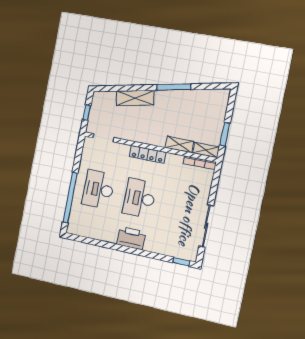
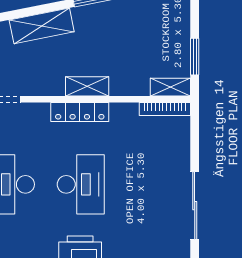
shelving: (179, 144) -> (87, 86), moved
desk: (139, 198) -> (81, 184), turned 180

